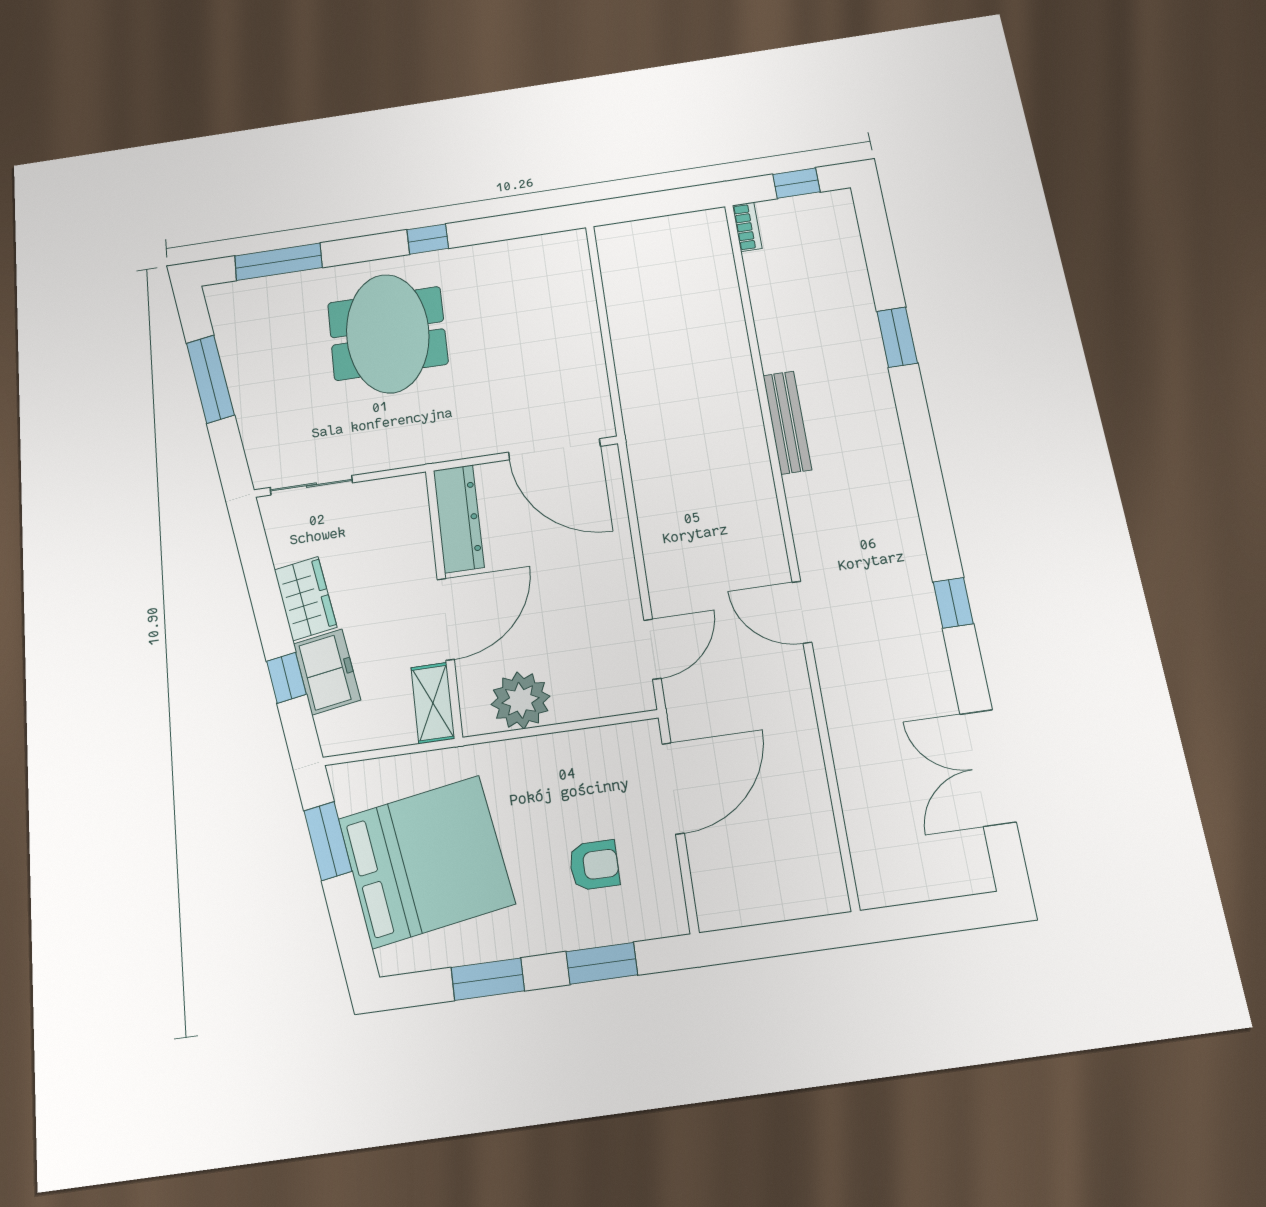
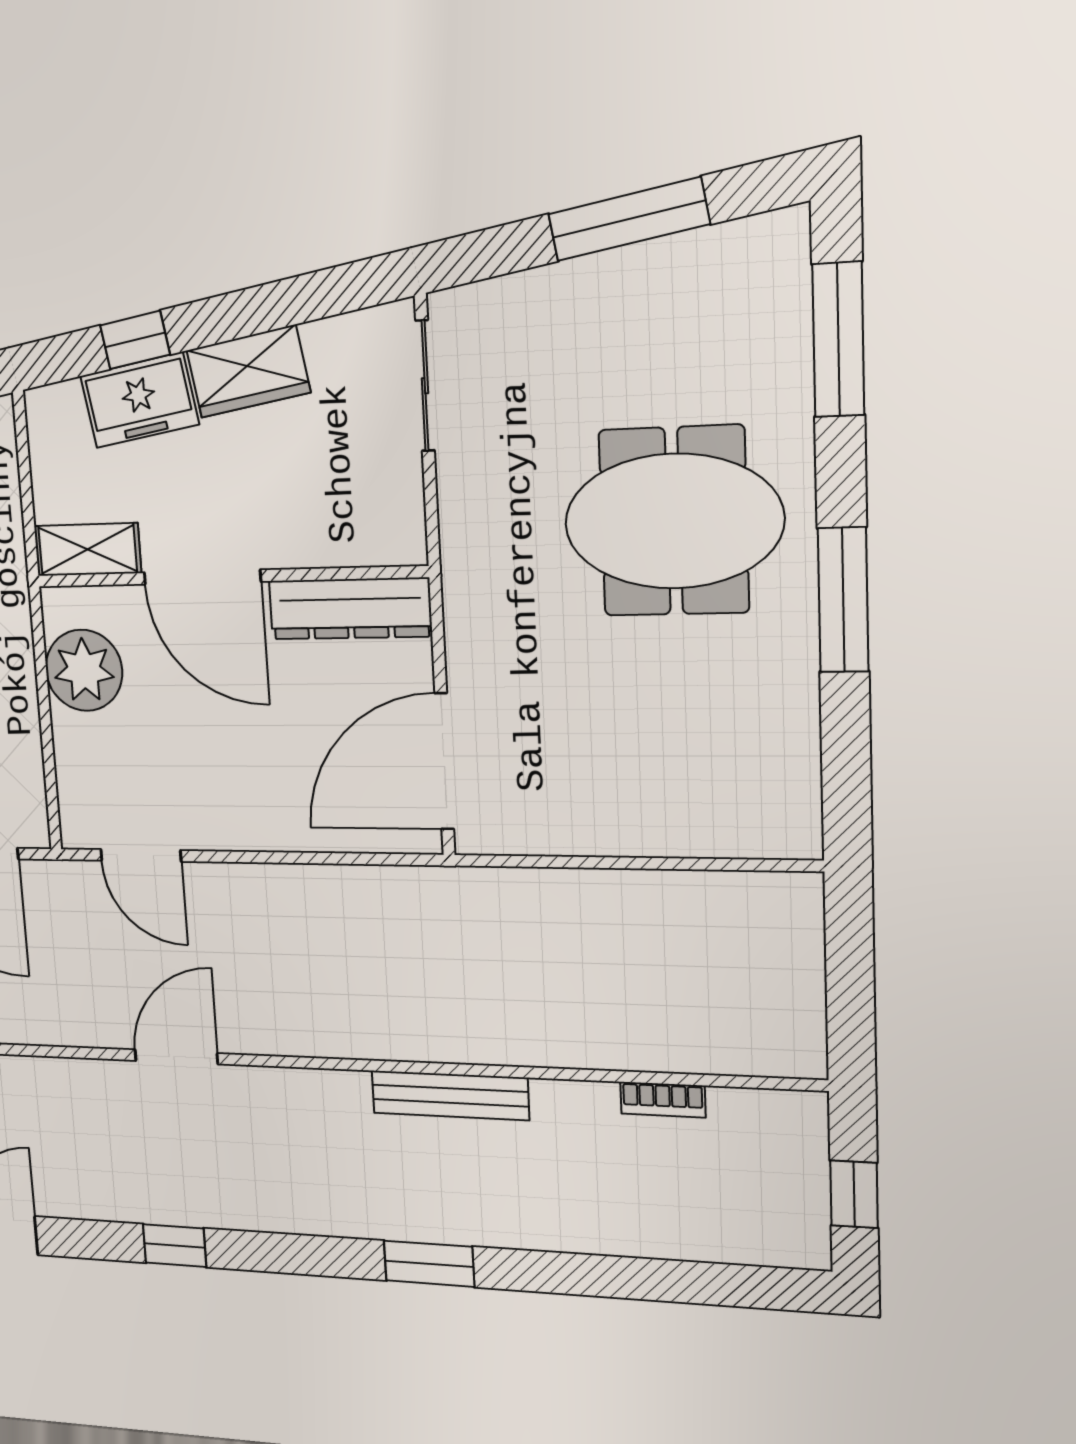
bookcase: (747, 227) -> (663, 1100), moved
window: (428, 239) -> (843, 600), width x2.17
window: (897, 337) -> (429, 1264), moved

